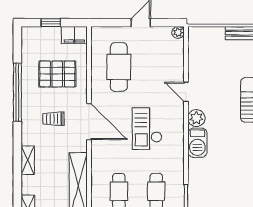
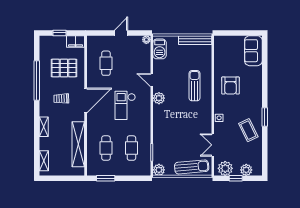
cafe table: (119, 67) -> (106, 63), width x0.73, depth x0.74
door: (89, 122) -> (86, 101), hinge flipped
barbecue: (197, 143) -> (160, 49), moved

